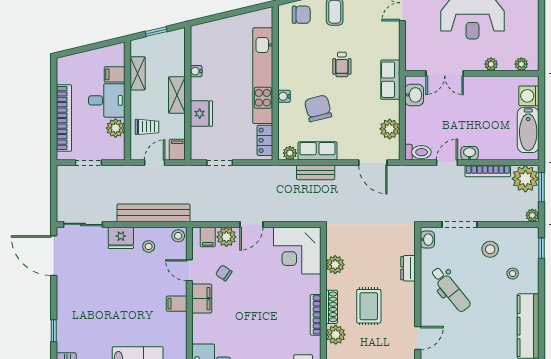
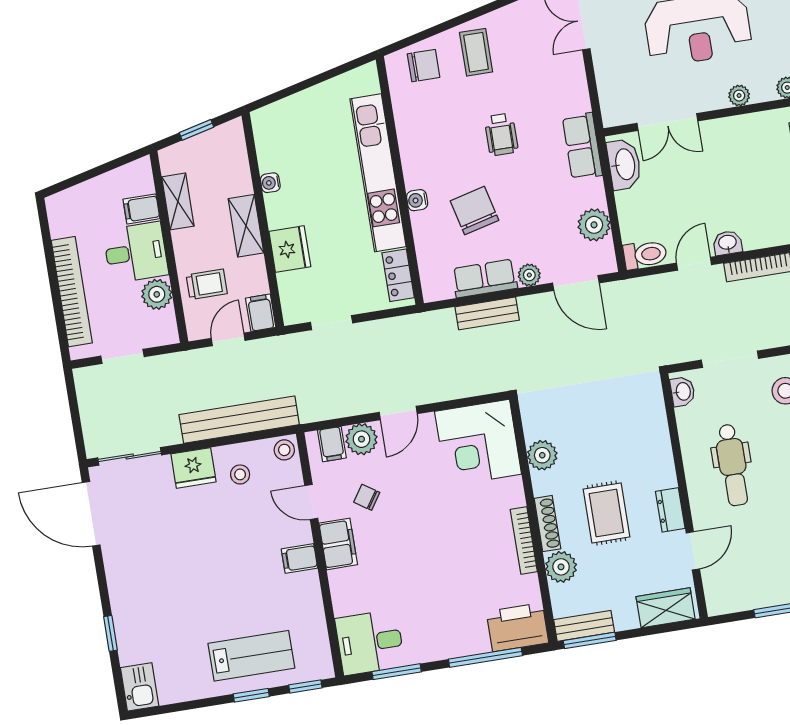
washbasin: (414, 95) -> (624, 164), width x1.38
plant: (290, 153) -> (529, 275), moved
dresser: (408, 268) -> (670, 510), moved
dental chair: (451, 289) -> (732, 465), turned 39

